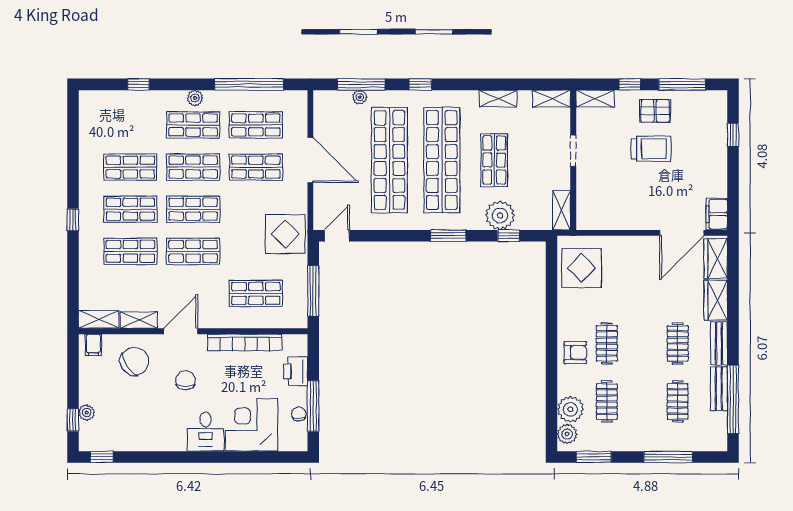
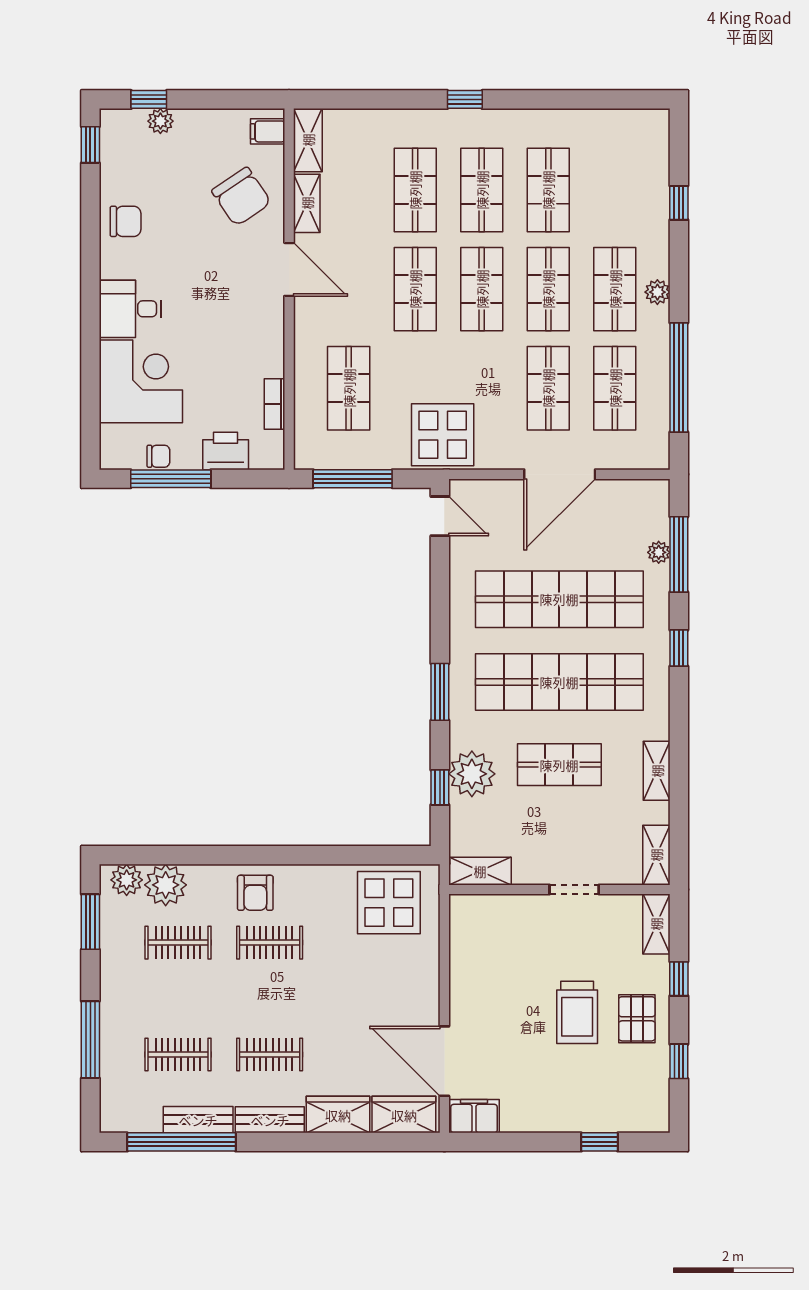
window: (682, 84) -> (679, 1061), width x0.46
bookcase: (245, 342) -> (274, 404), width x0.43, depth x0.76
chair: (185, 380) -> (126, 221), moved

